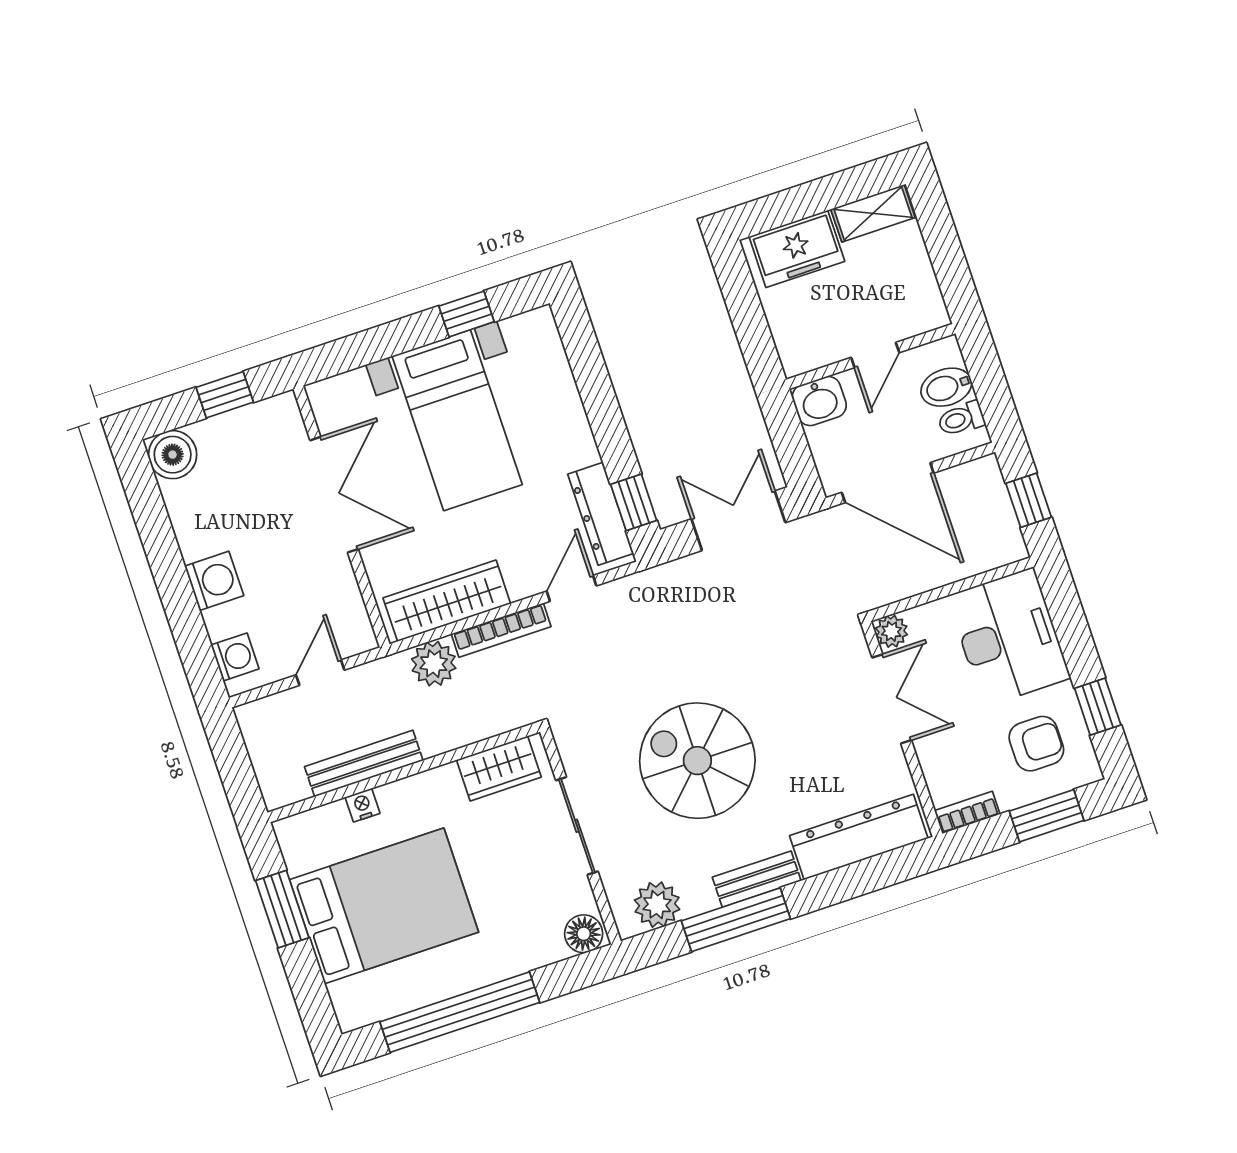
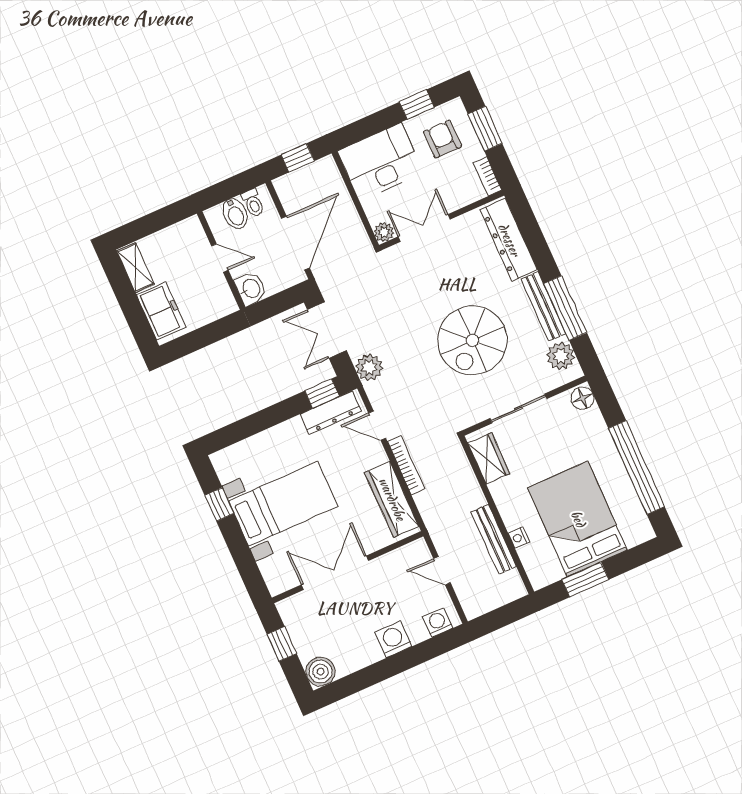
plant: (434, 664) -> (369, 367), moved
bench: (757, 879) -> (543, 306), width x1.36

